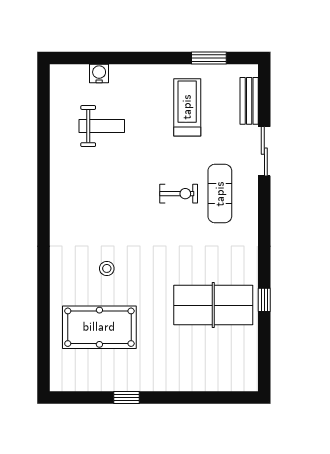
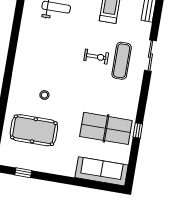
sliding door: (264, 151) -> (150, 56), moved
sofa: (218, 374) -> (102, 171), added
window: (126, 398) -> (23, 173), moved

